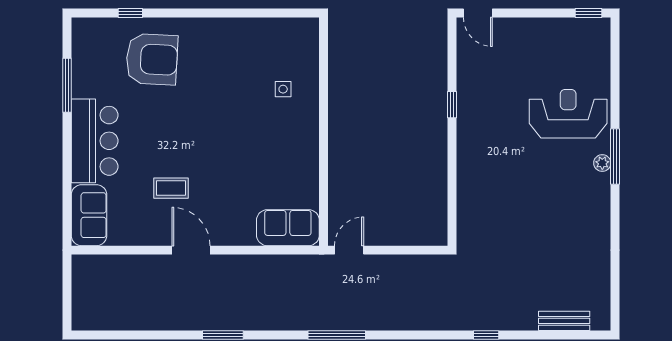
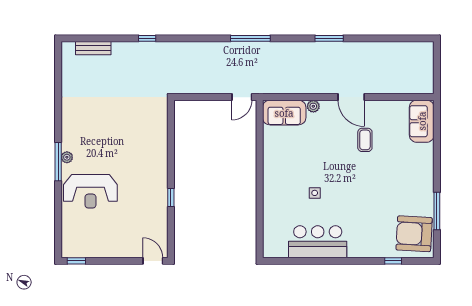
armchair: (152, 59) -> (414, 234), moved
side table: (283, 89) -> (315, 193), moved
bar counter: (95, 141) -> (318, 242), moved, turned 90
coffee table: (171, 188) -> (365, 140), turned 90
plant: (246, 237) -> (313, 106), added

